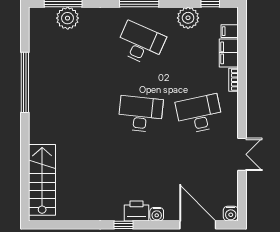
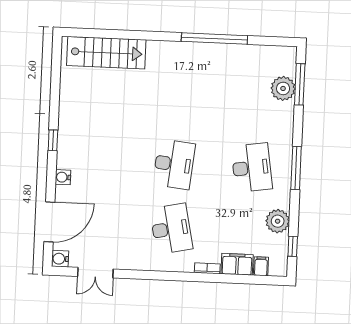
desk: (141, 43) -> (252, 168), turned -33
double door: (242, 154) -> (95, 273), moved
printer: (137, 211) -> (68, 155), removed

